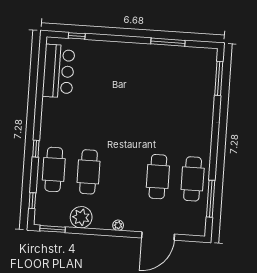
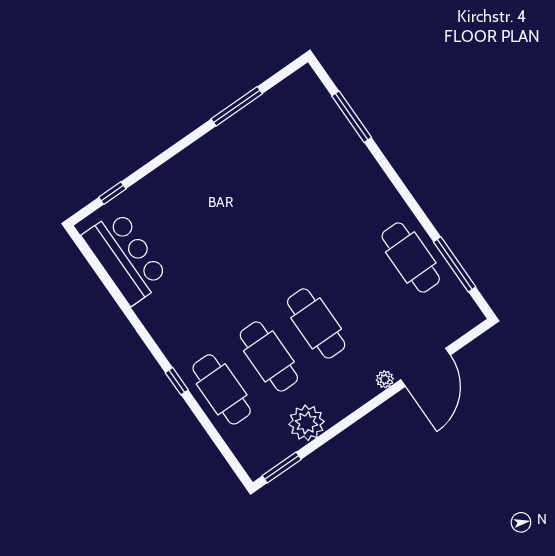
window: (219, 78) -> (352, 117), moved
cafe table: (158, 177) -> (316, 323), moved
window: (32, 201) -> (226, 452), removed
plant: (118, 225) -> (385, 379), moved

